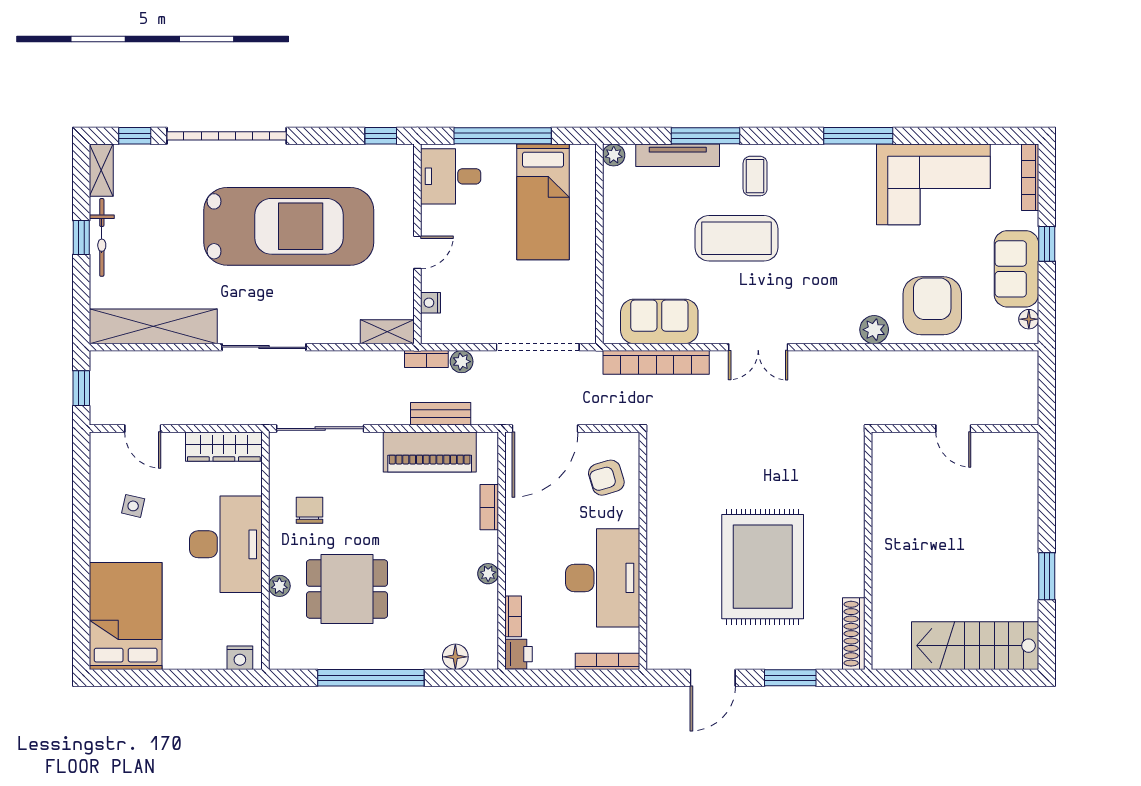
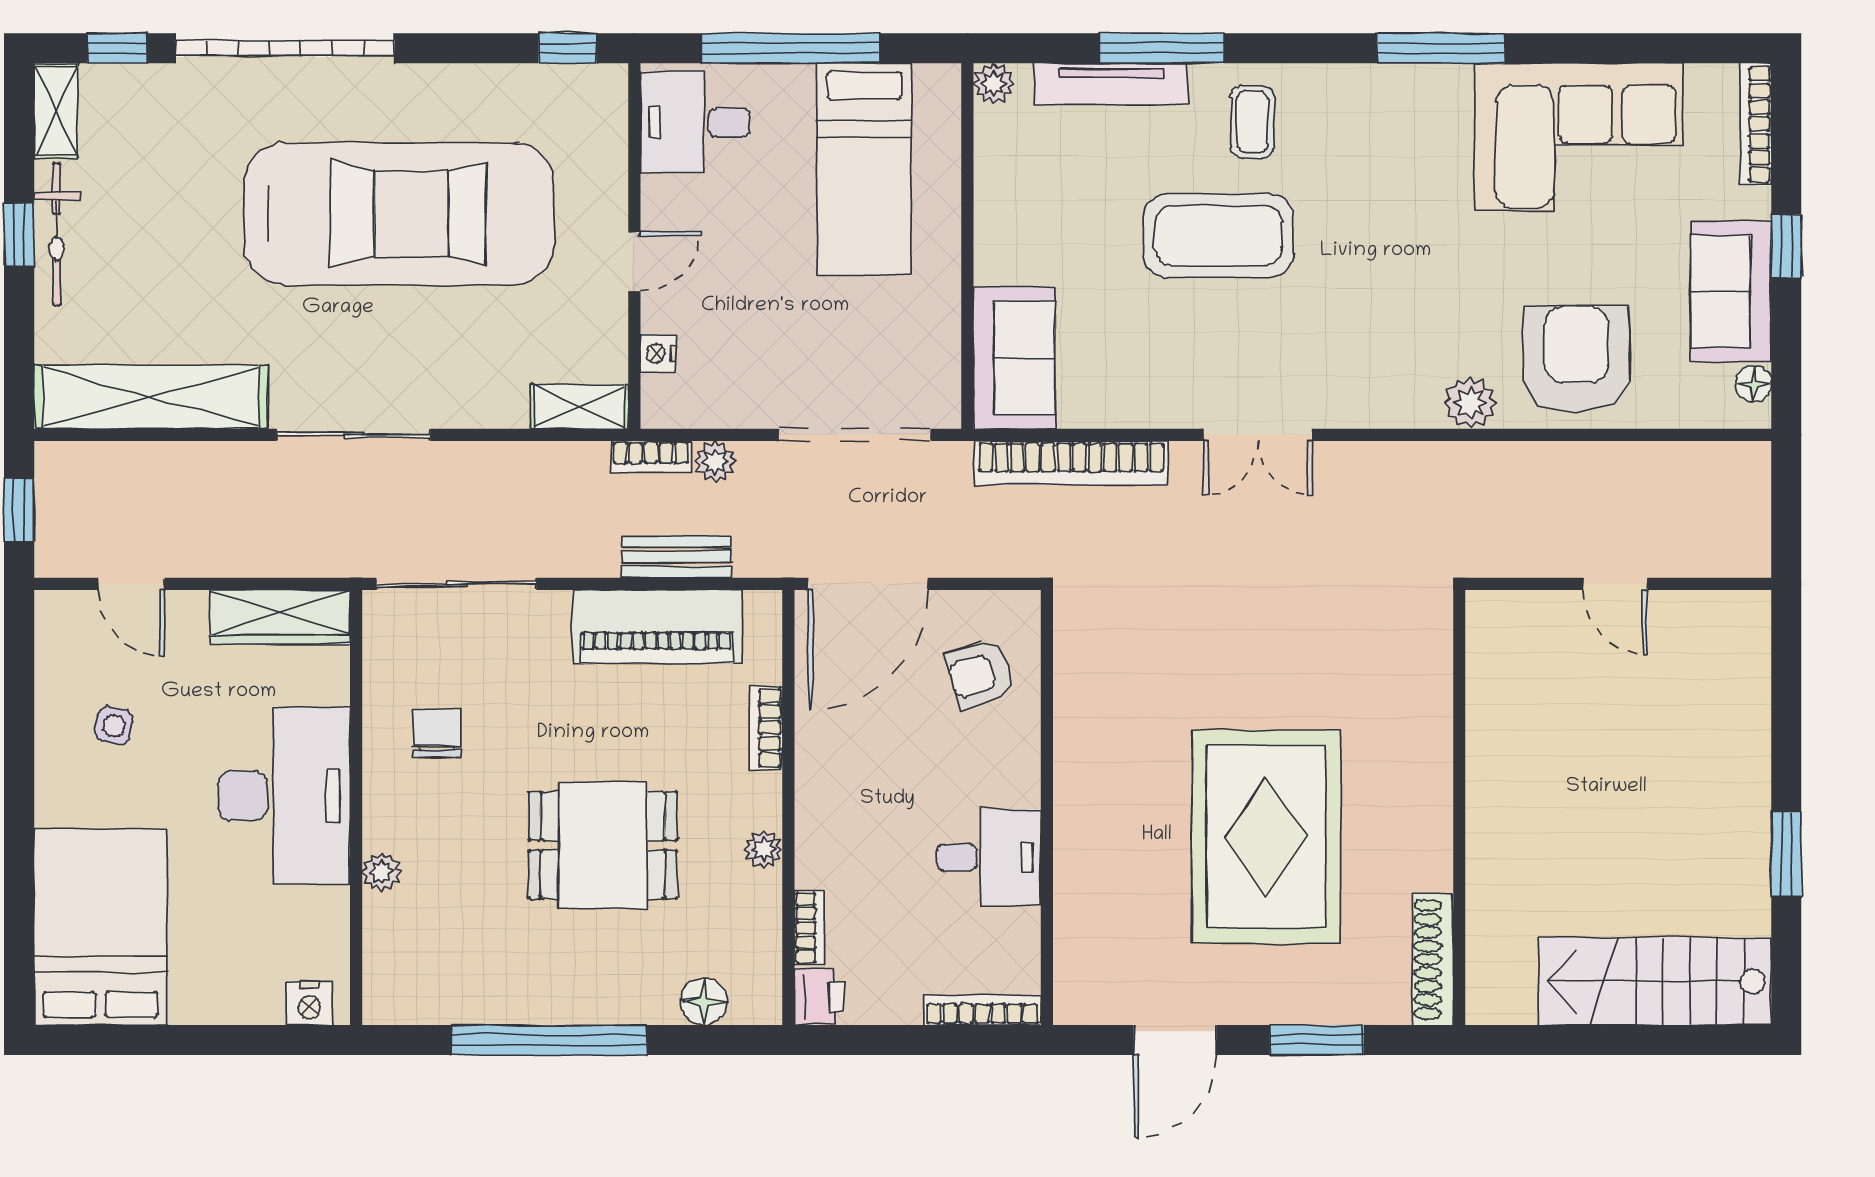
sofa: (659, 321) -> (1014, 358), moved, turned 90
desk: (603, 578) -> (989, 857), width x0.53, depth x0.77
dining table: (347, 589) -> (603, 845), moved

